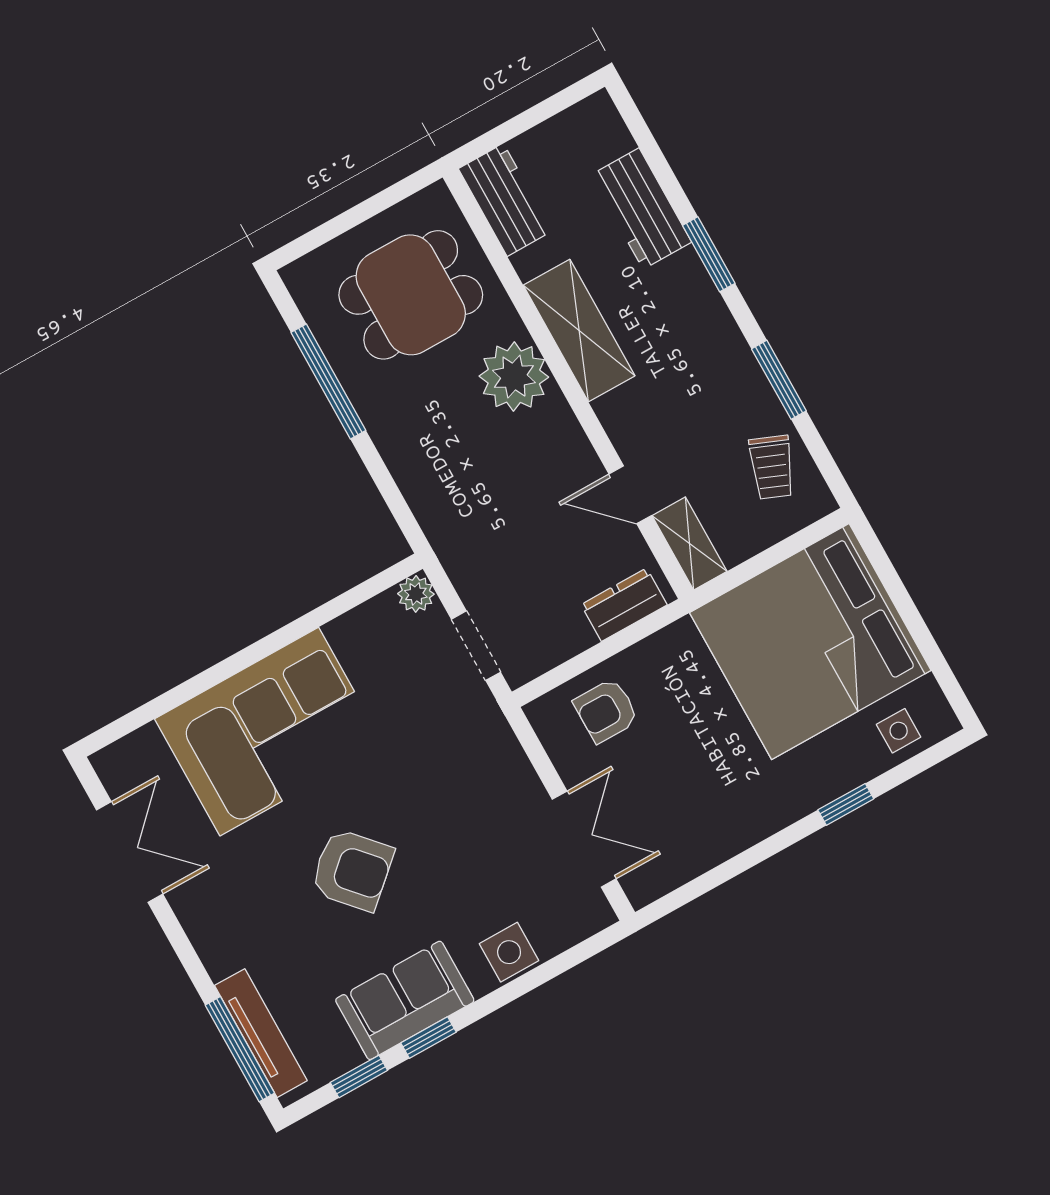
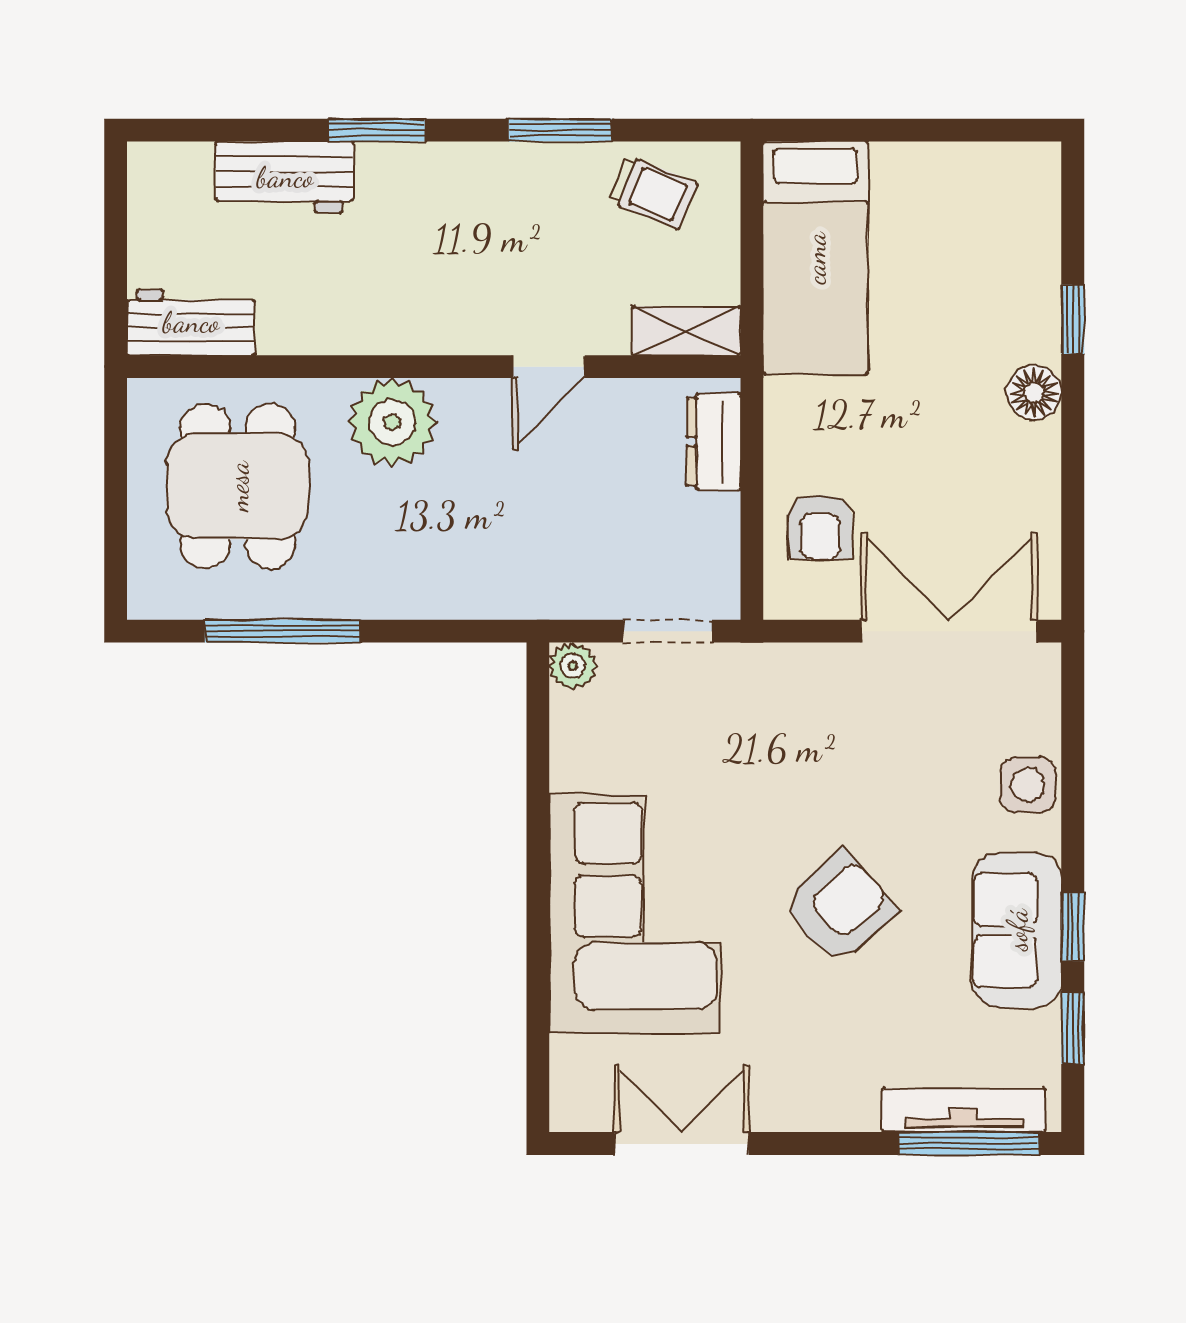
shelving: (579, 331) -> (382, 321), removed
door: (630, 495) -> (549, 367), moved
bed: (810, 642) -> (815, 258), width x0.49
side table: (899, 731) -> (1024, 215), removed
floor lamp: (780, 806) -> (1034, 393), added
double door: (584, 839) -> (949, 631), width x1.37

